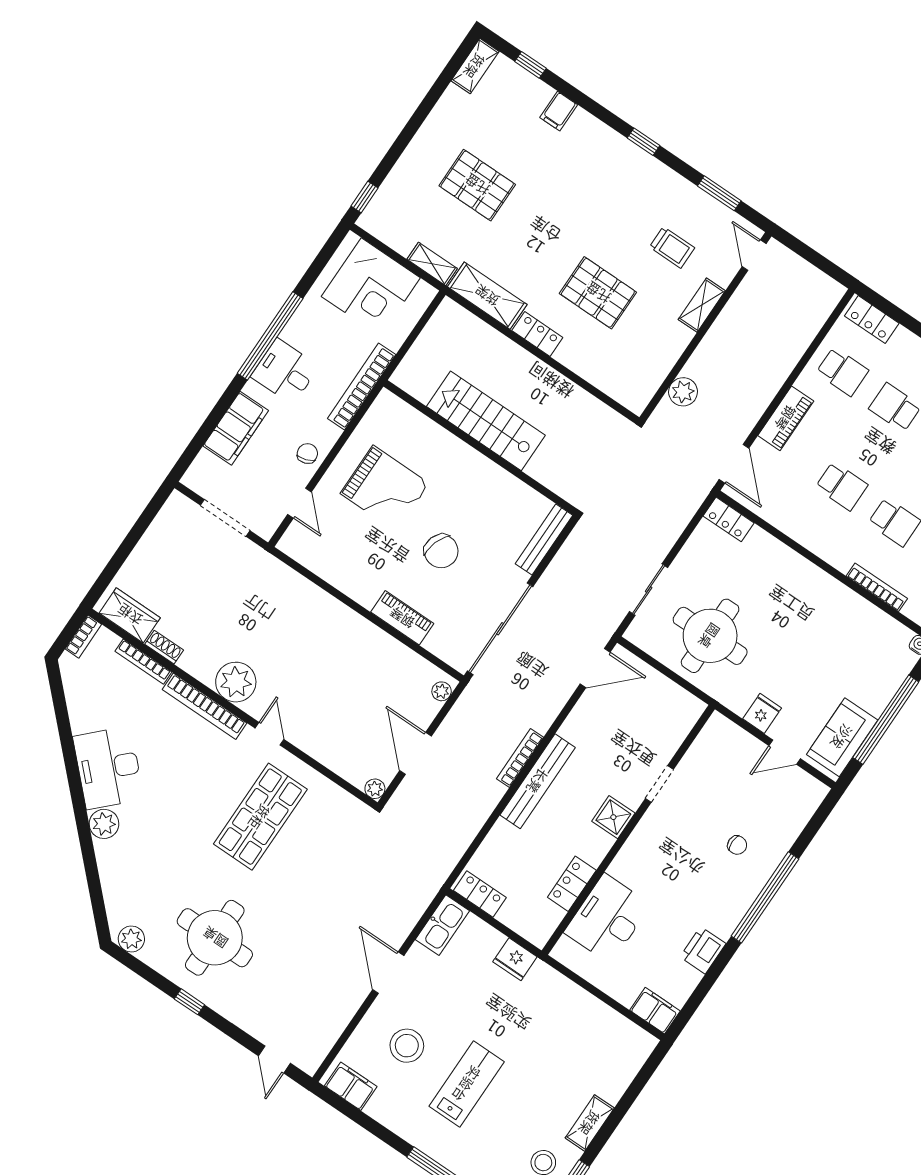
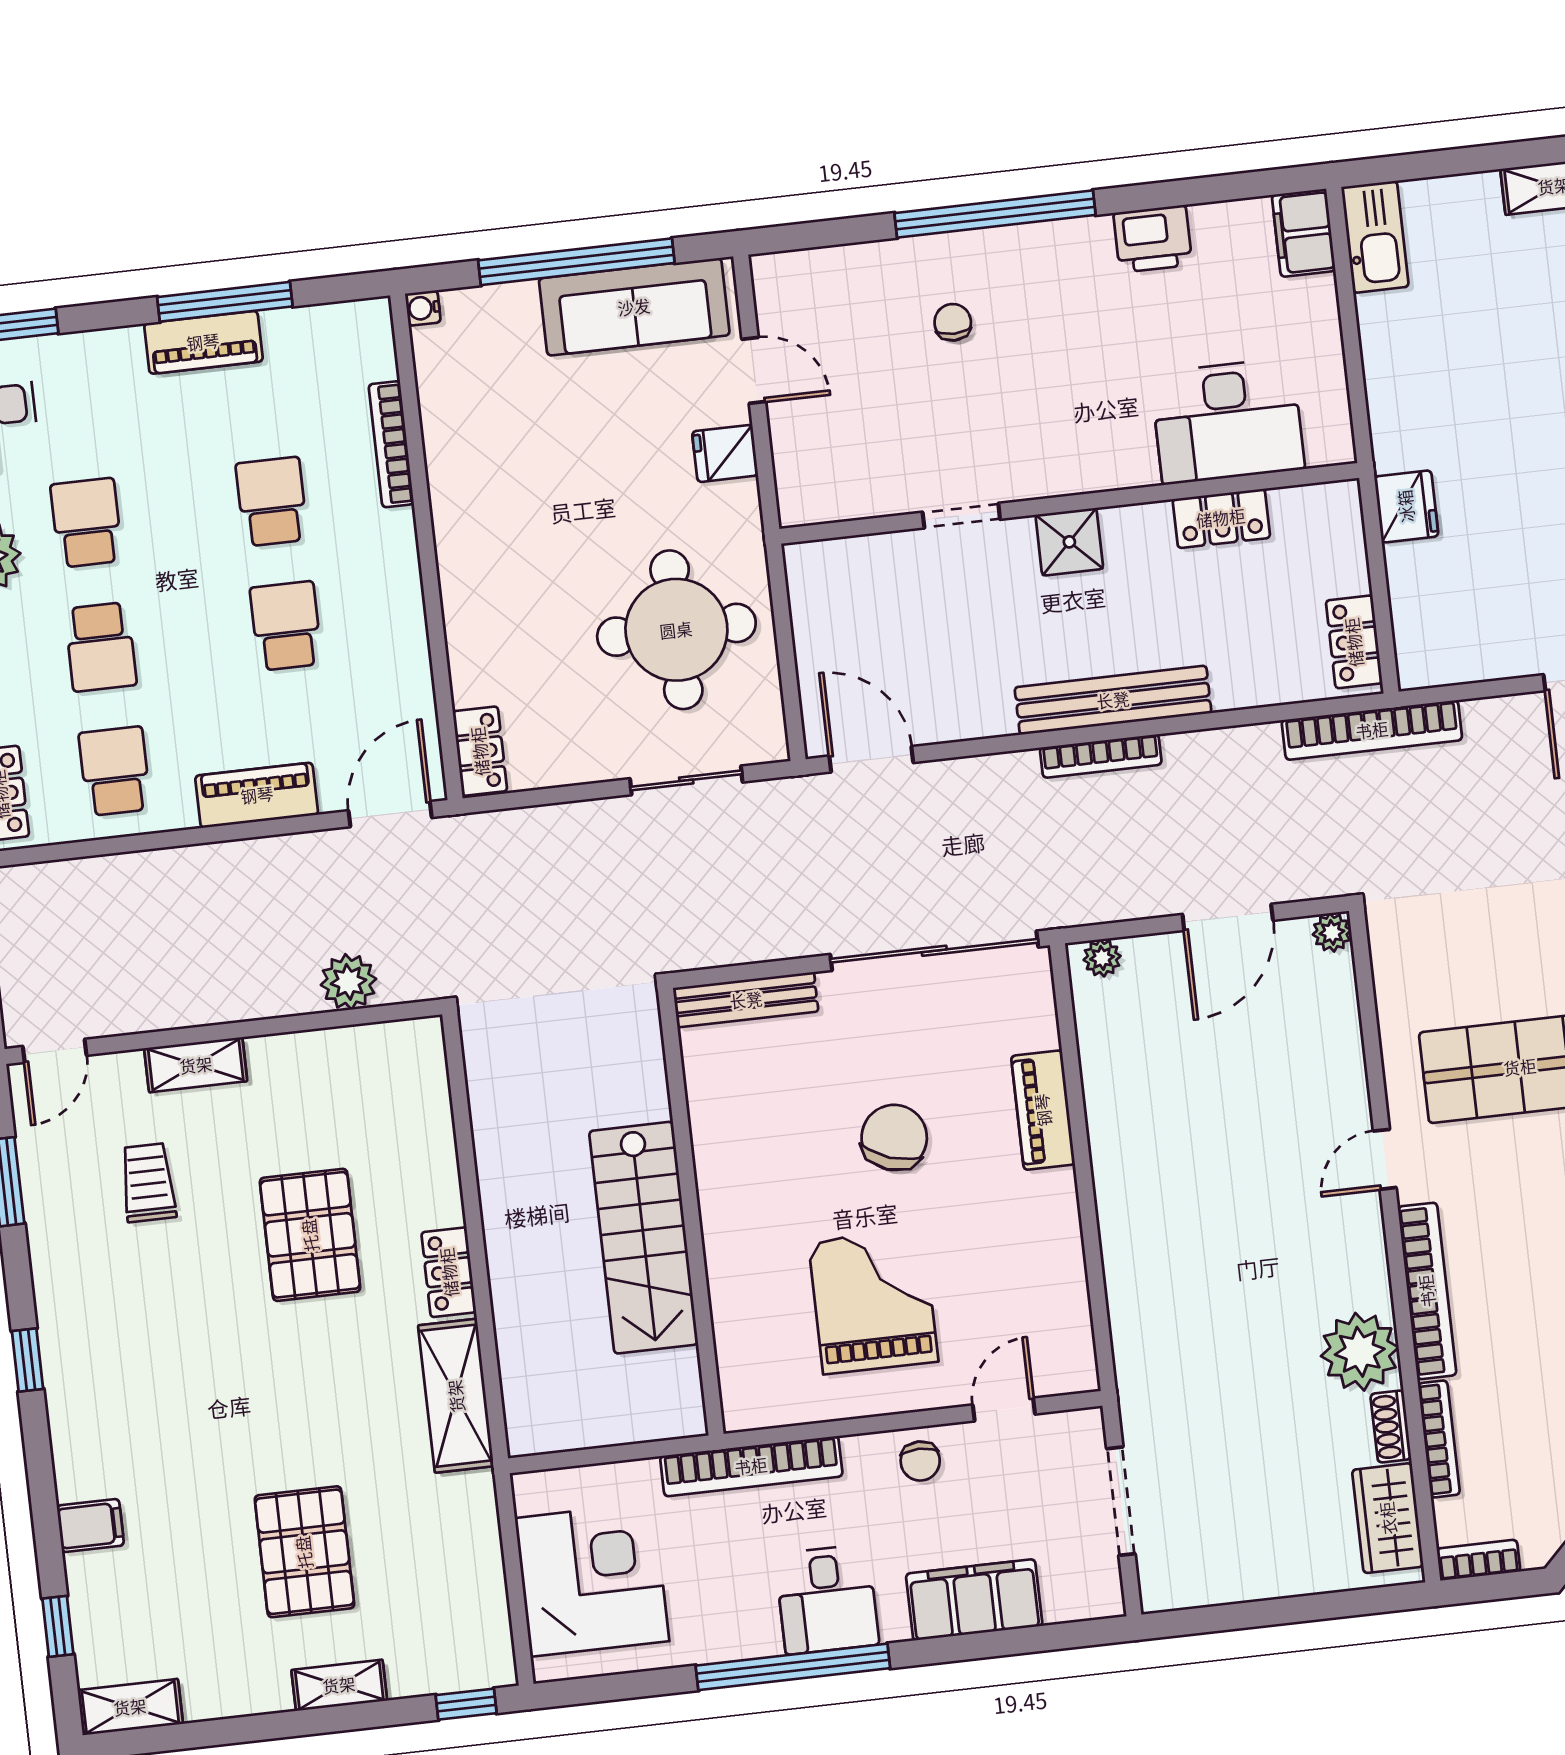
shelving: (432, 264) -> (339, 1685), moved, turned 90
chair: (307, 454) -> (920, 1461), turned -71
plant: (236, 682) -> (1360, 1352), moved
sofa: (842, 737) -> (634, 307), width x1.36
bookcase: (440, 872) -> (1372, 730), added
kitchen sink: (442, 925) -> (1375, 237), moved, turned 90

